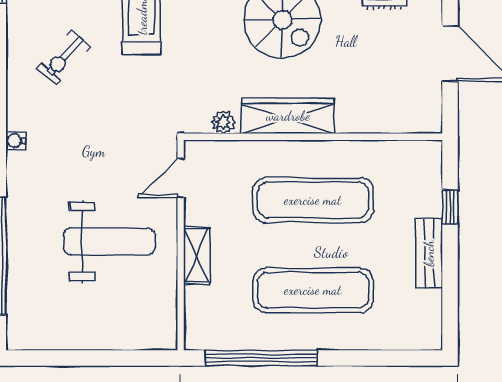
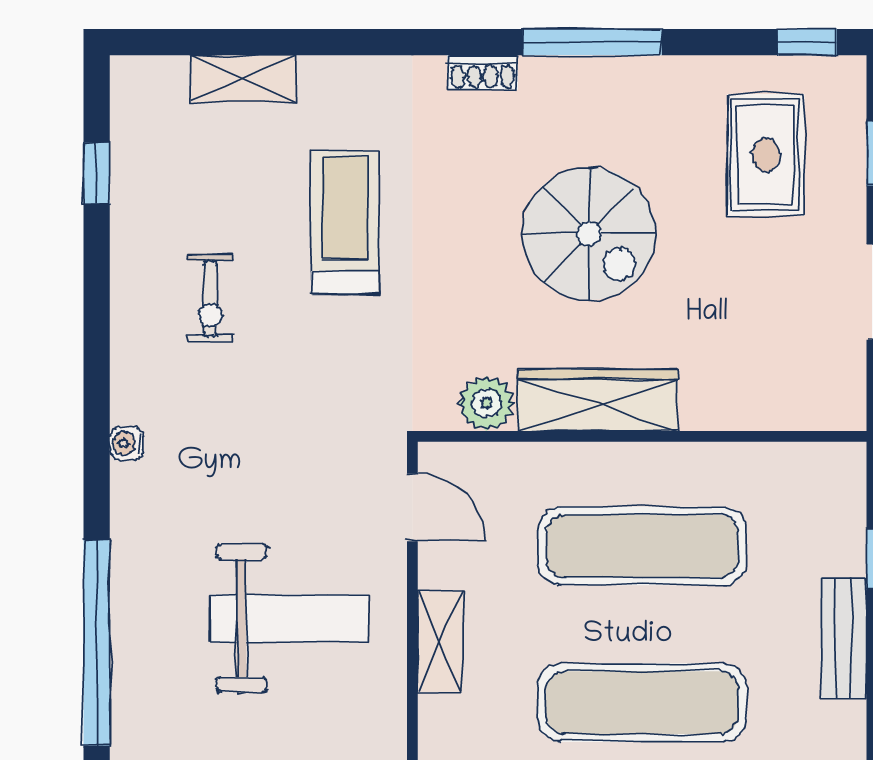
exercise bike: (64, 57) -> (210, 298), turned -42
plant: (223, 122) -> (486, 404), width x1.38, depth x1.38
door: (181, 178) -> (412, 507), swing flipped

